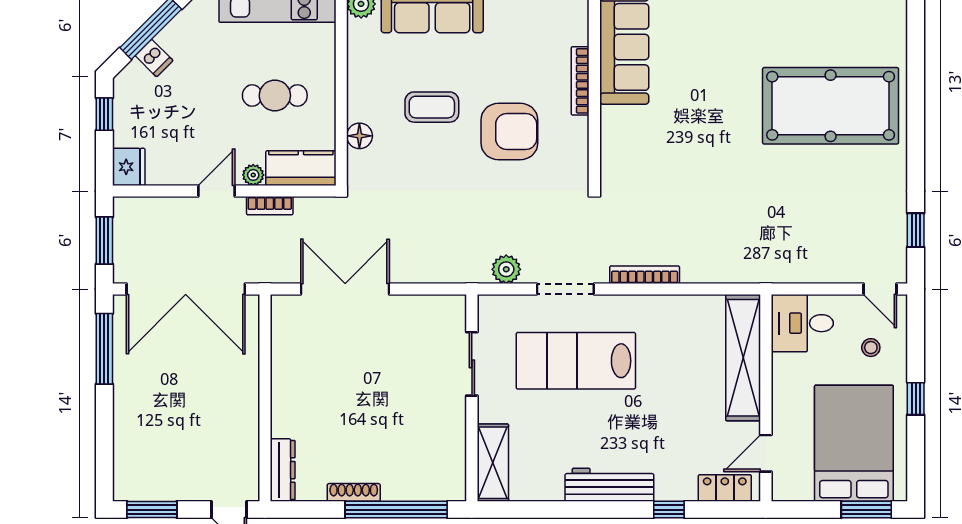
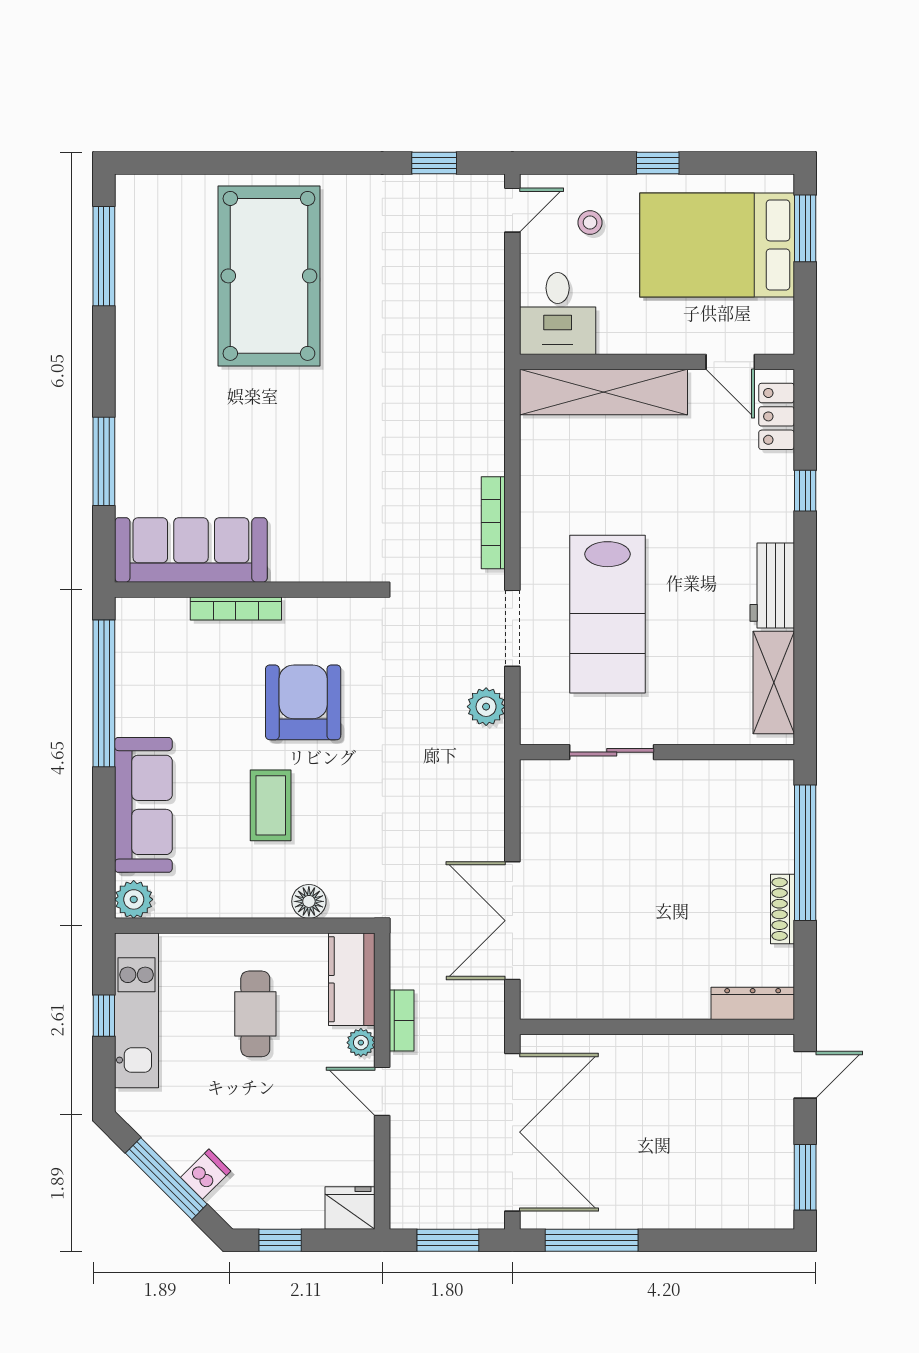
shelving: (493, 463) -> (774, 683), moved, turned 90
workbench: (609, 485) -> (772, 586), width x0.73

